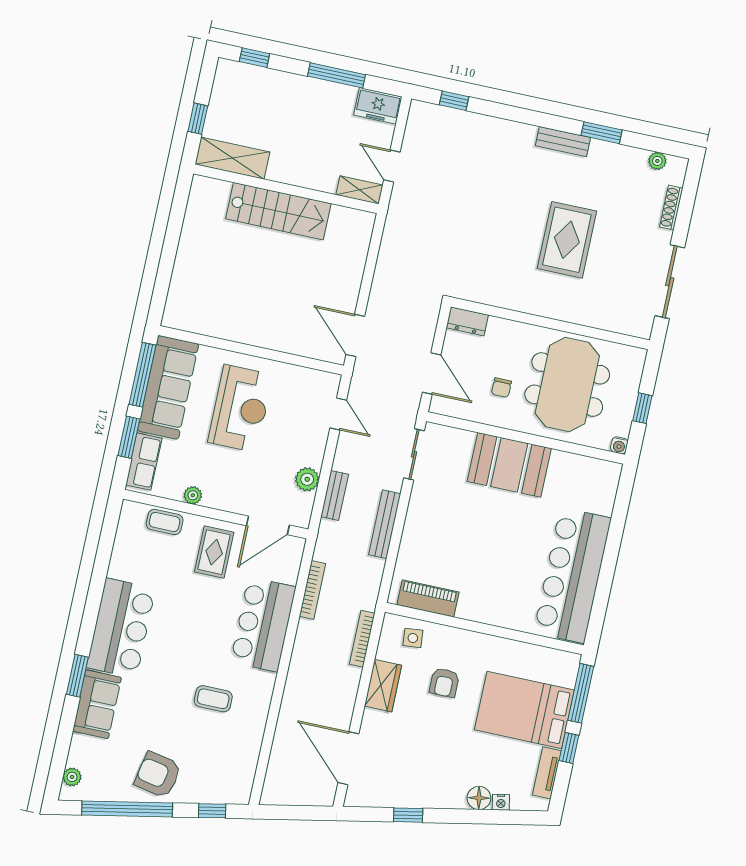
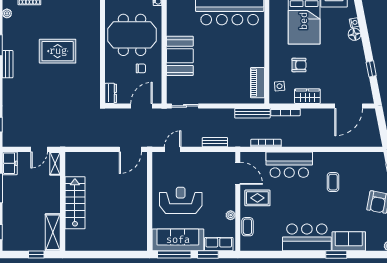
plant: (307, 479) -> (210, 158), removed
bench: (385, 524) -> (252, 113), moved

